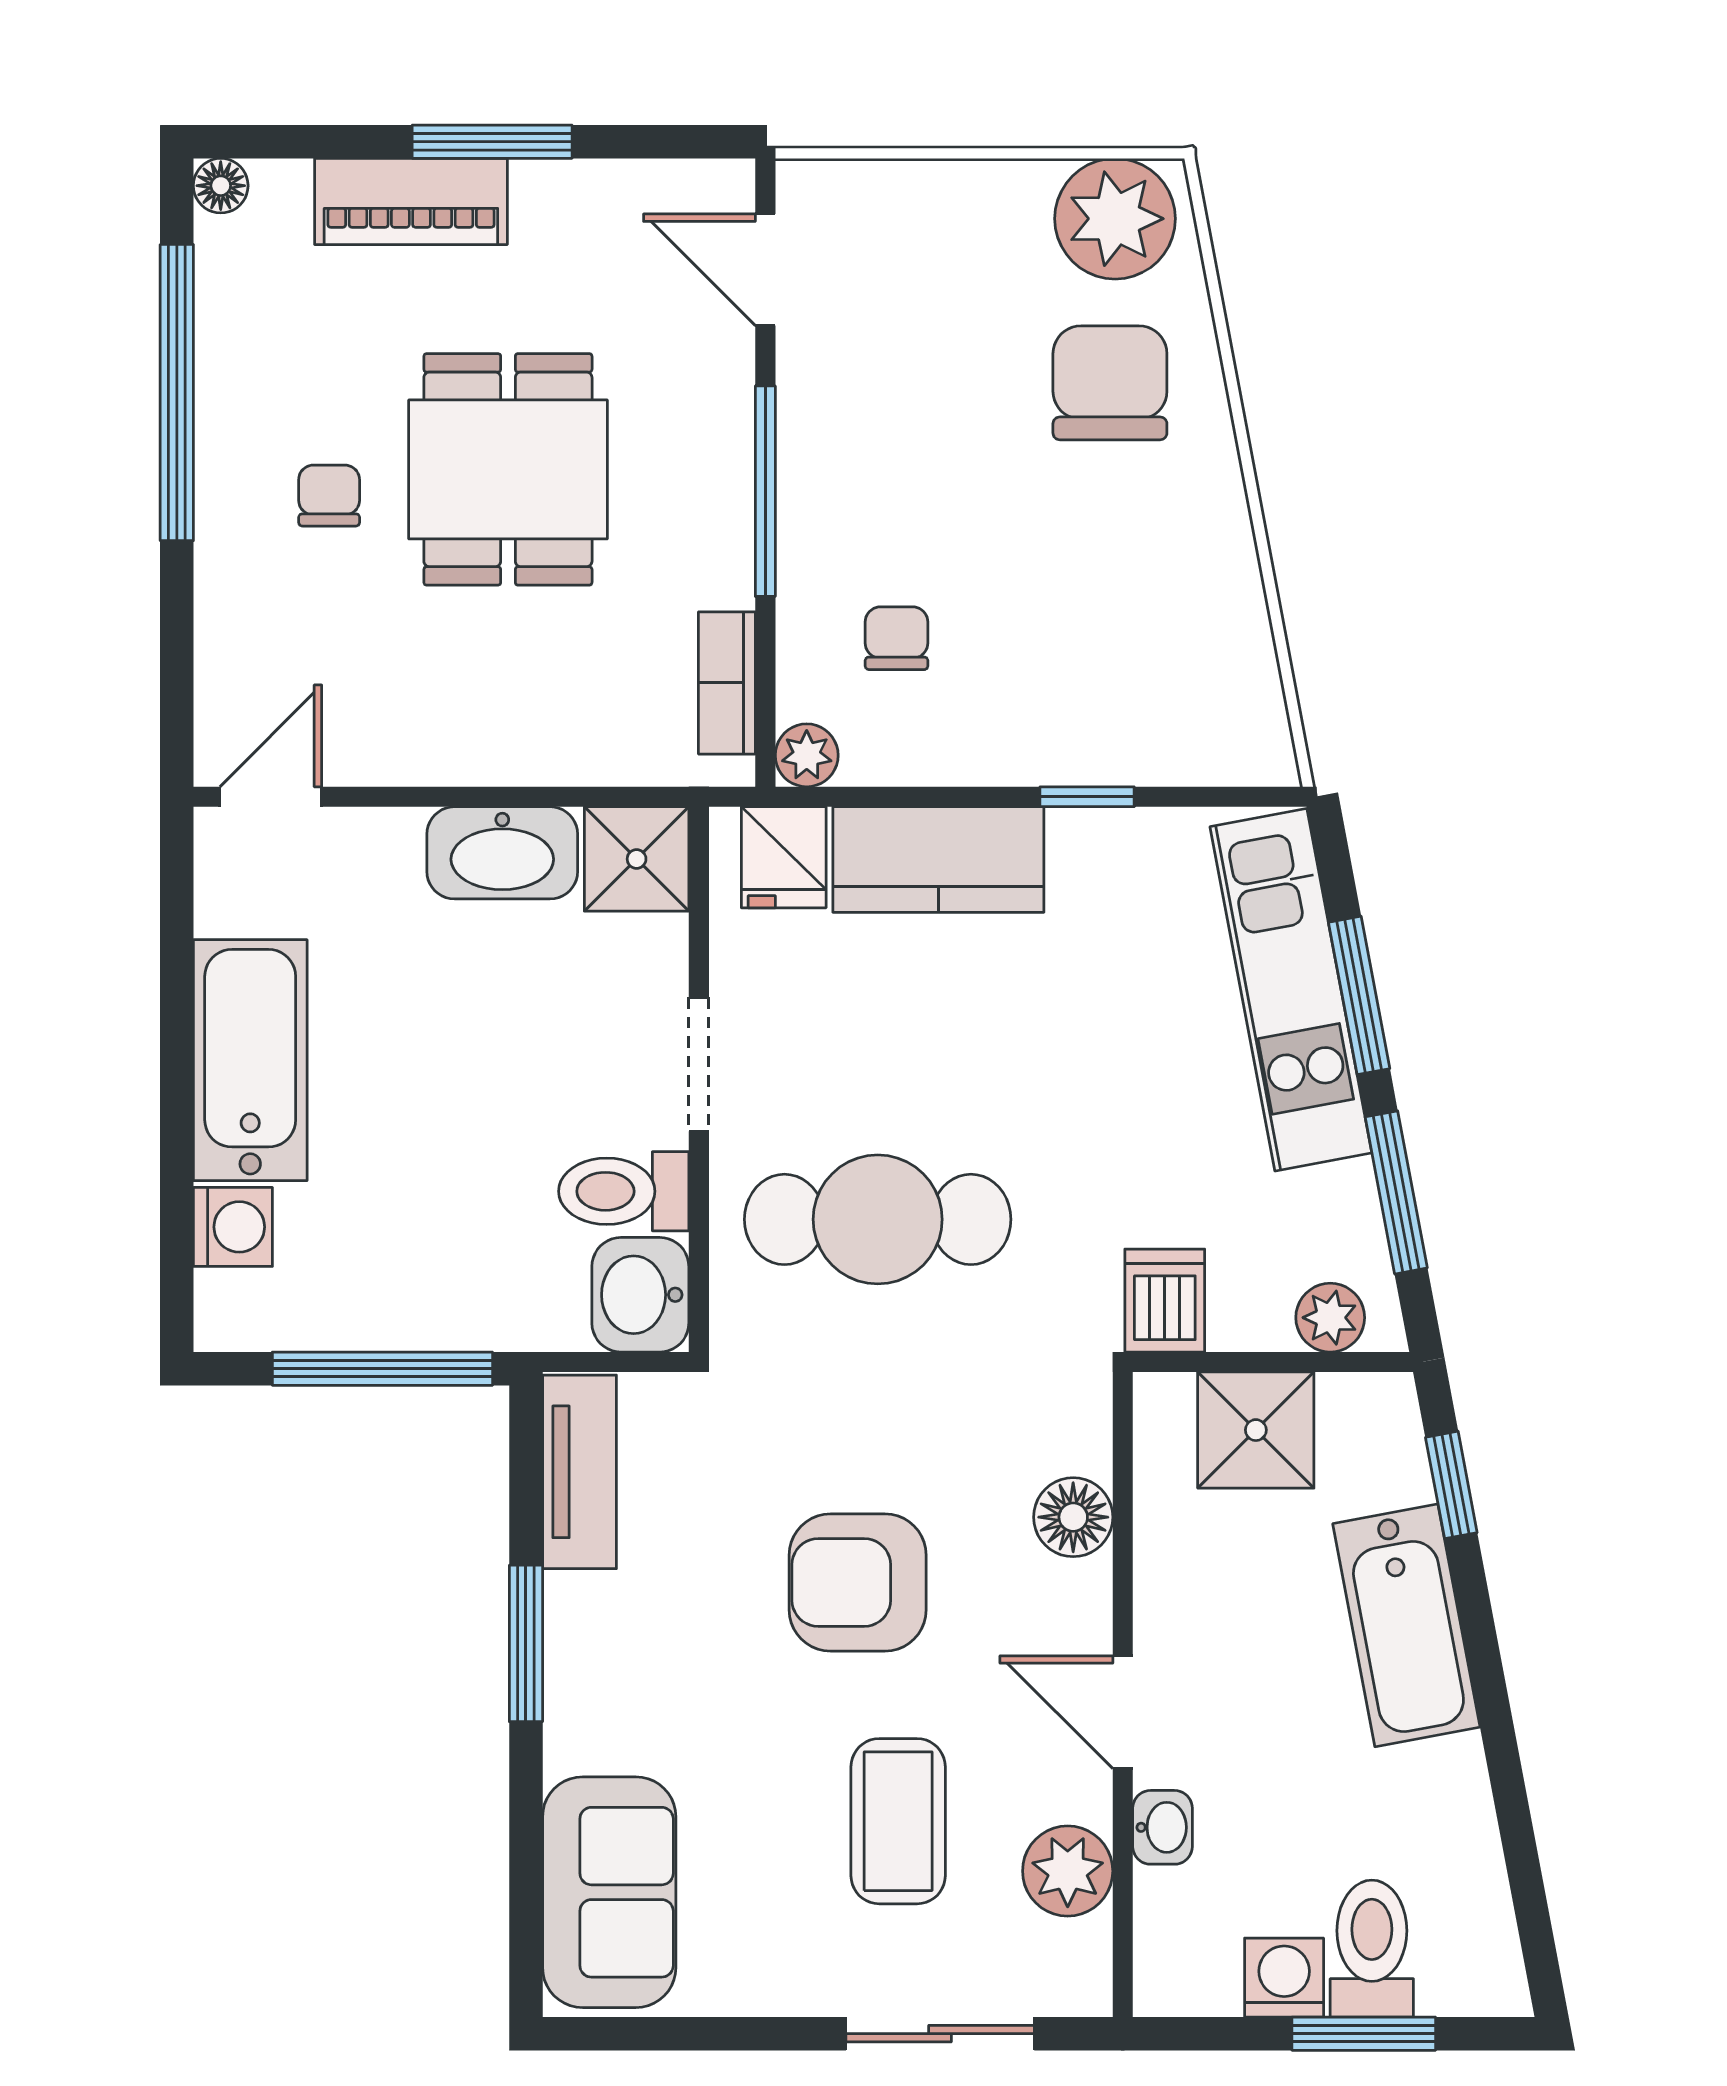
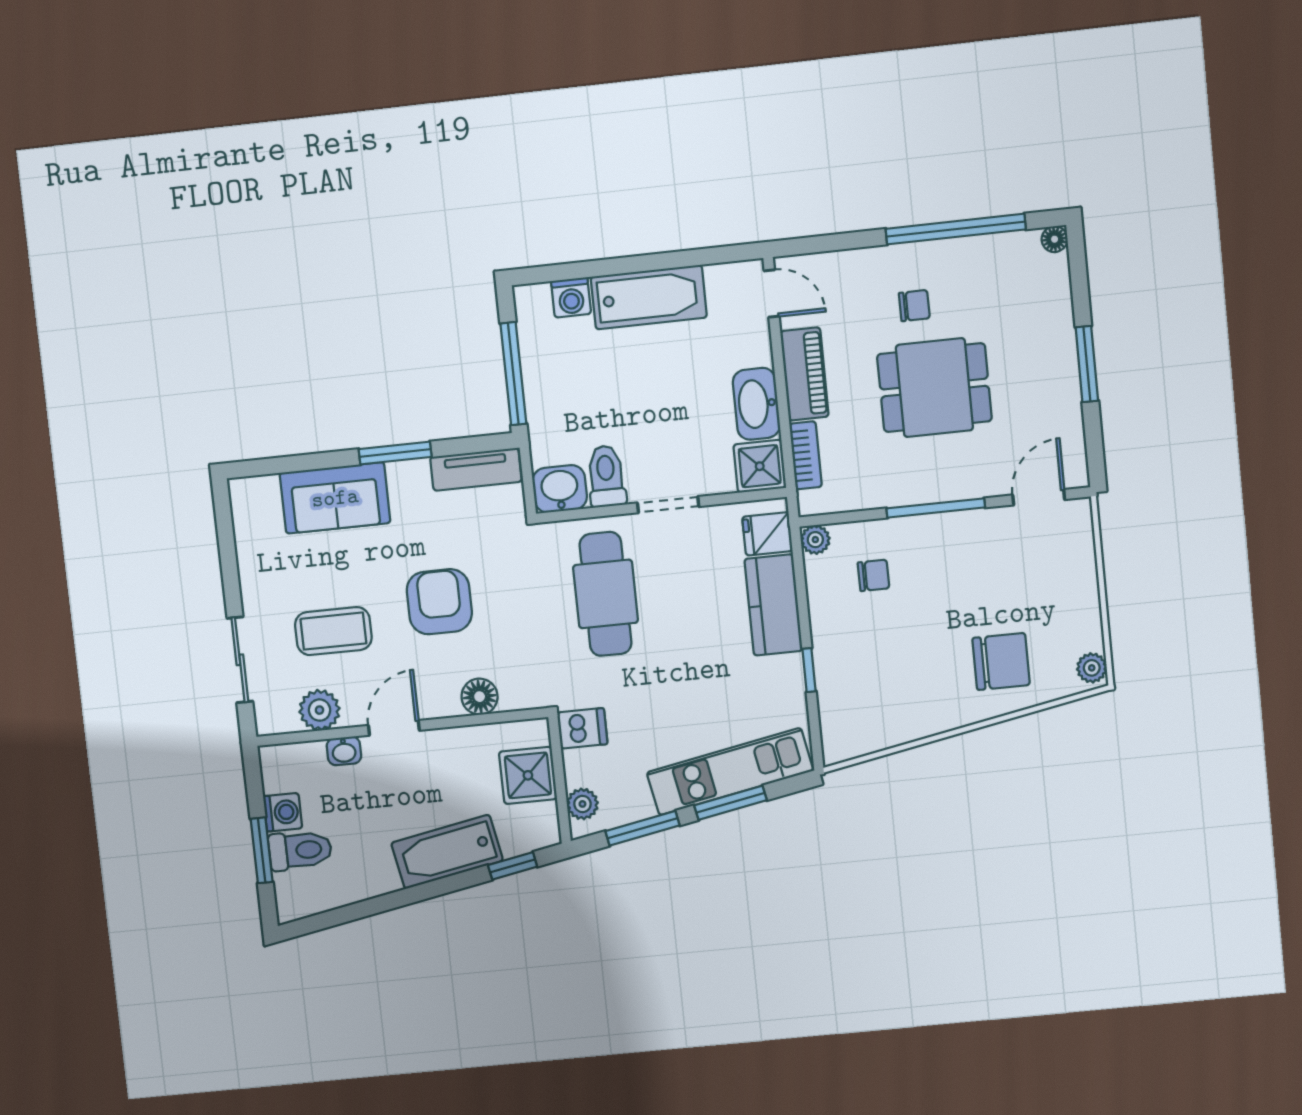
piano: (411, 201) -> (804, 374), moved, turned 180
plant: (1115, 219) -> (1092, 668), width x0.53, depth x0.53
bookcase: (727, 683) -> (806, 455), moved, turned 90
sofa: (609, 1892) -> (335, 498), moved

